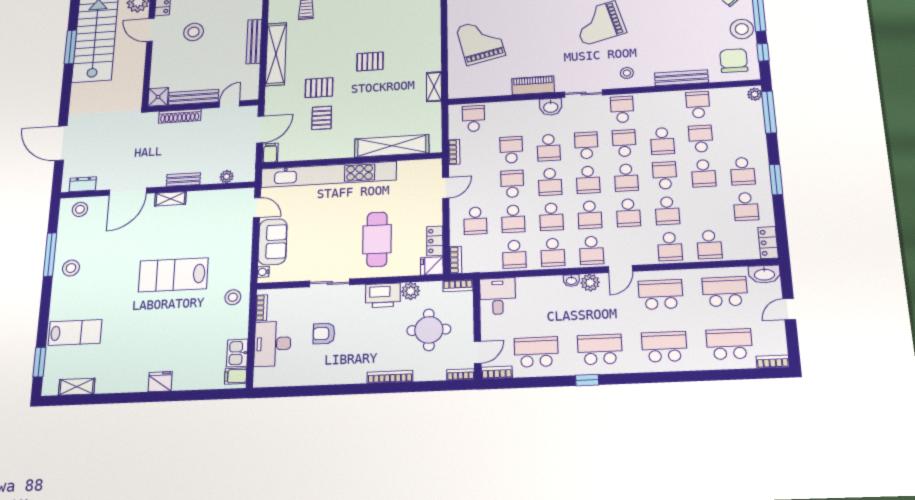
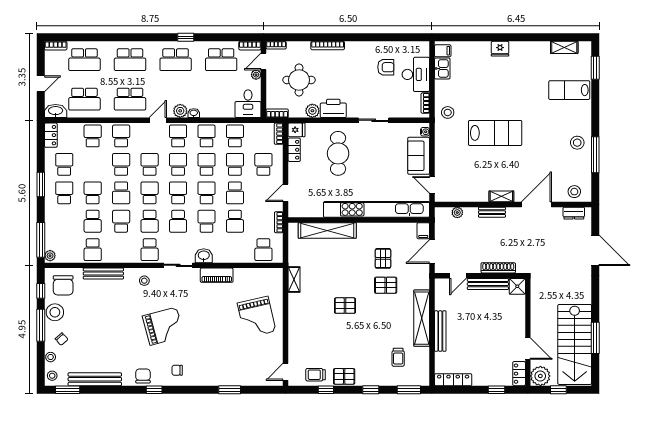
stool: (194, 32) -> (491, 344), removed
armchair: (324, 334) -> (386, 67), moved
plant: (487, 334) -> (256, 75), added

